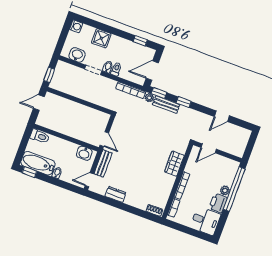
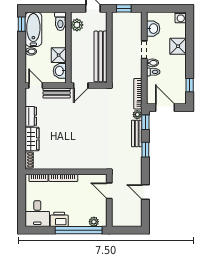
bench: (85, 112) -> (101, 56), added
plant: (48, 122) -> (77, 25), added
shower: (70, 149) -> (59, 55), added
wardrobe: (174, 164) -> (32, 139), moved, turned 90
plant: (225, 191) -> (94, 222), moved

